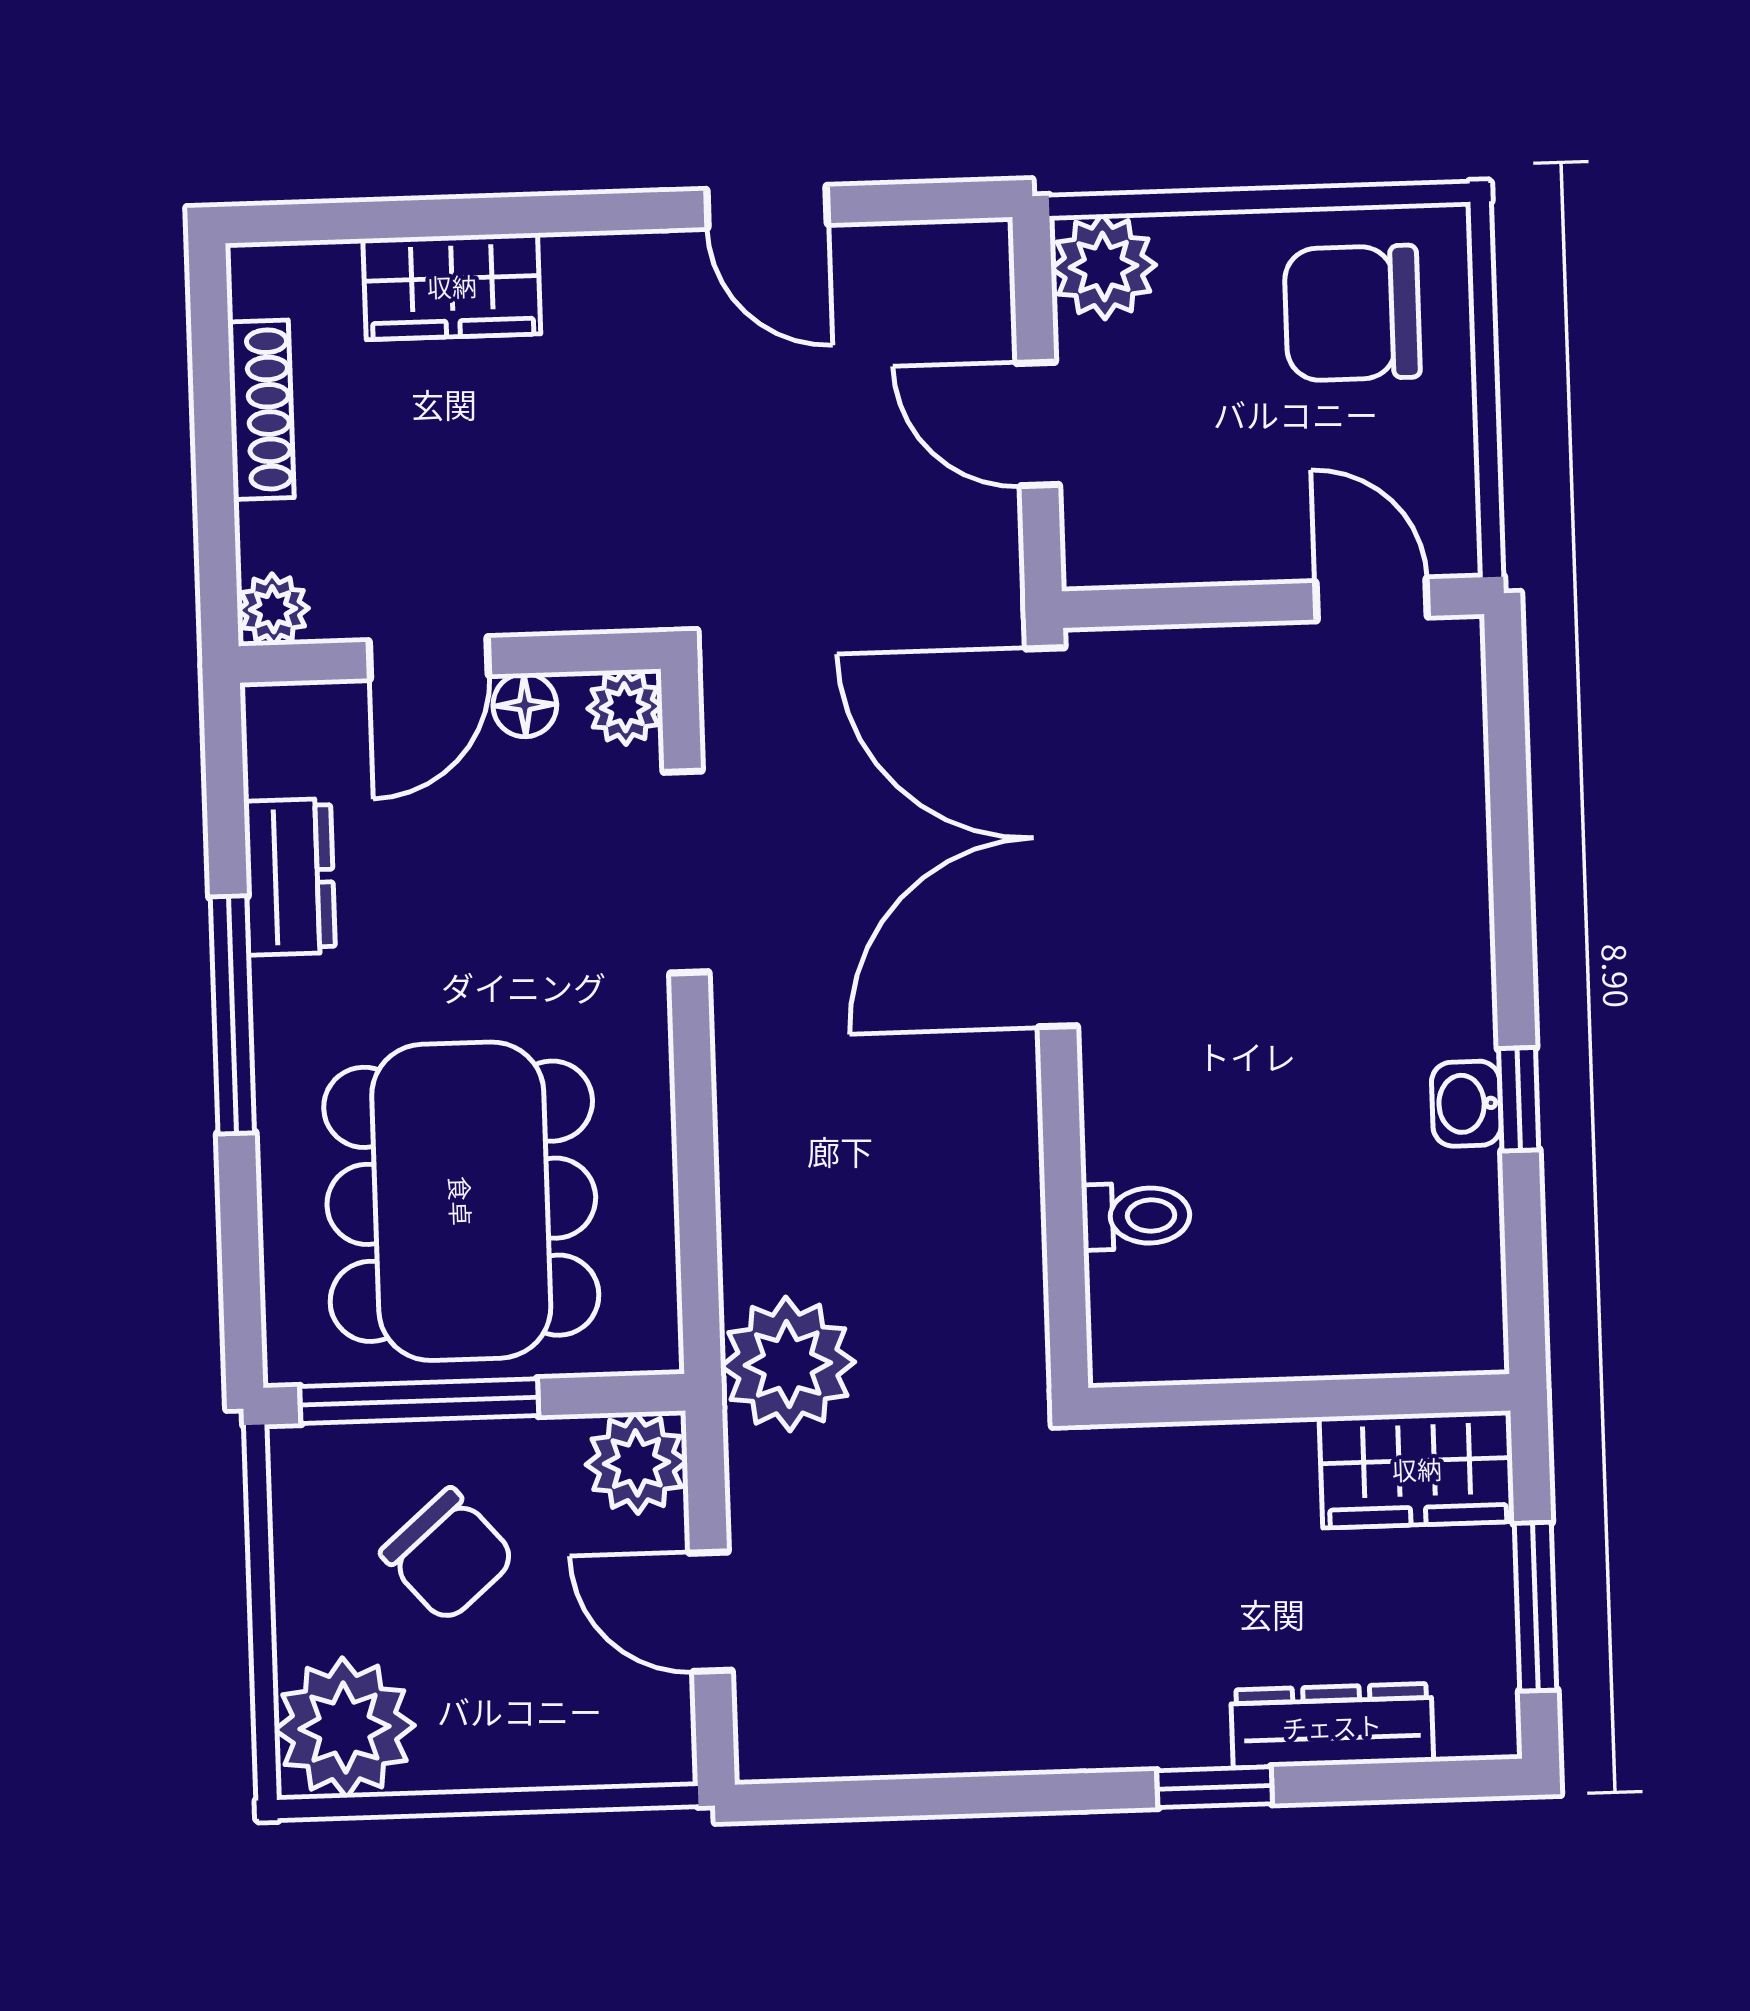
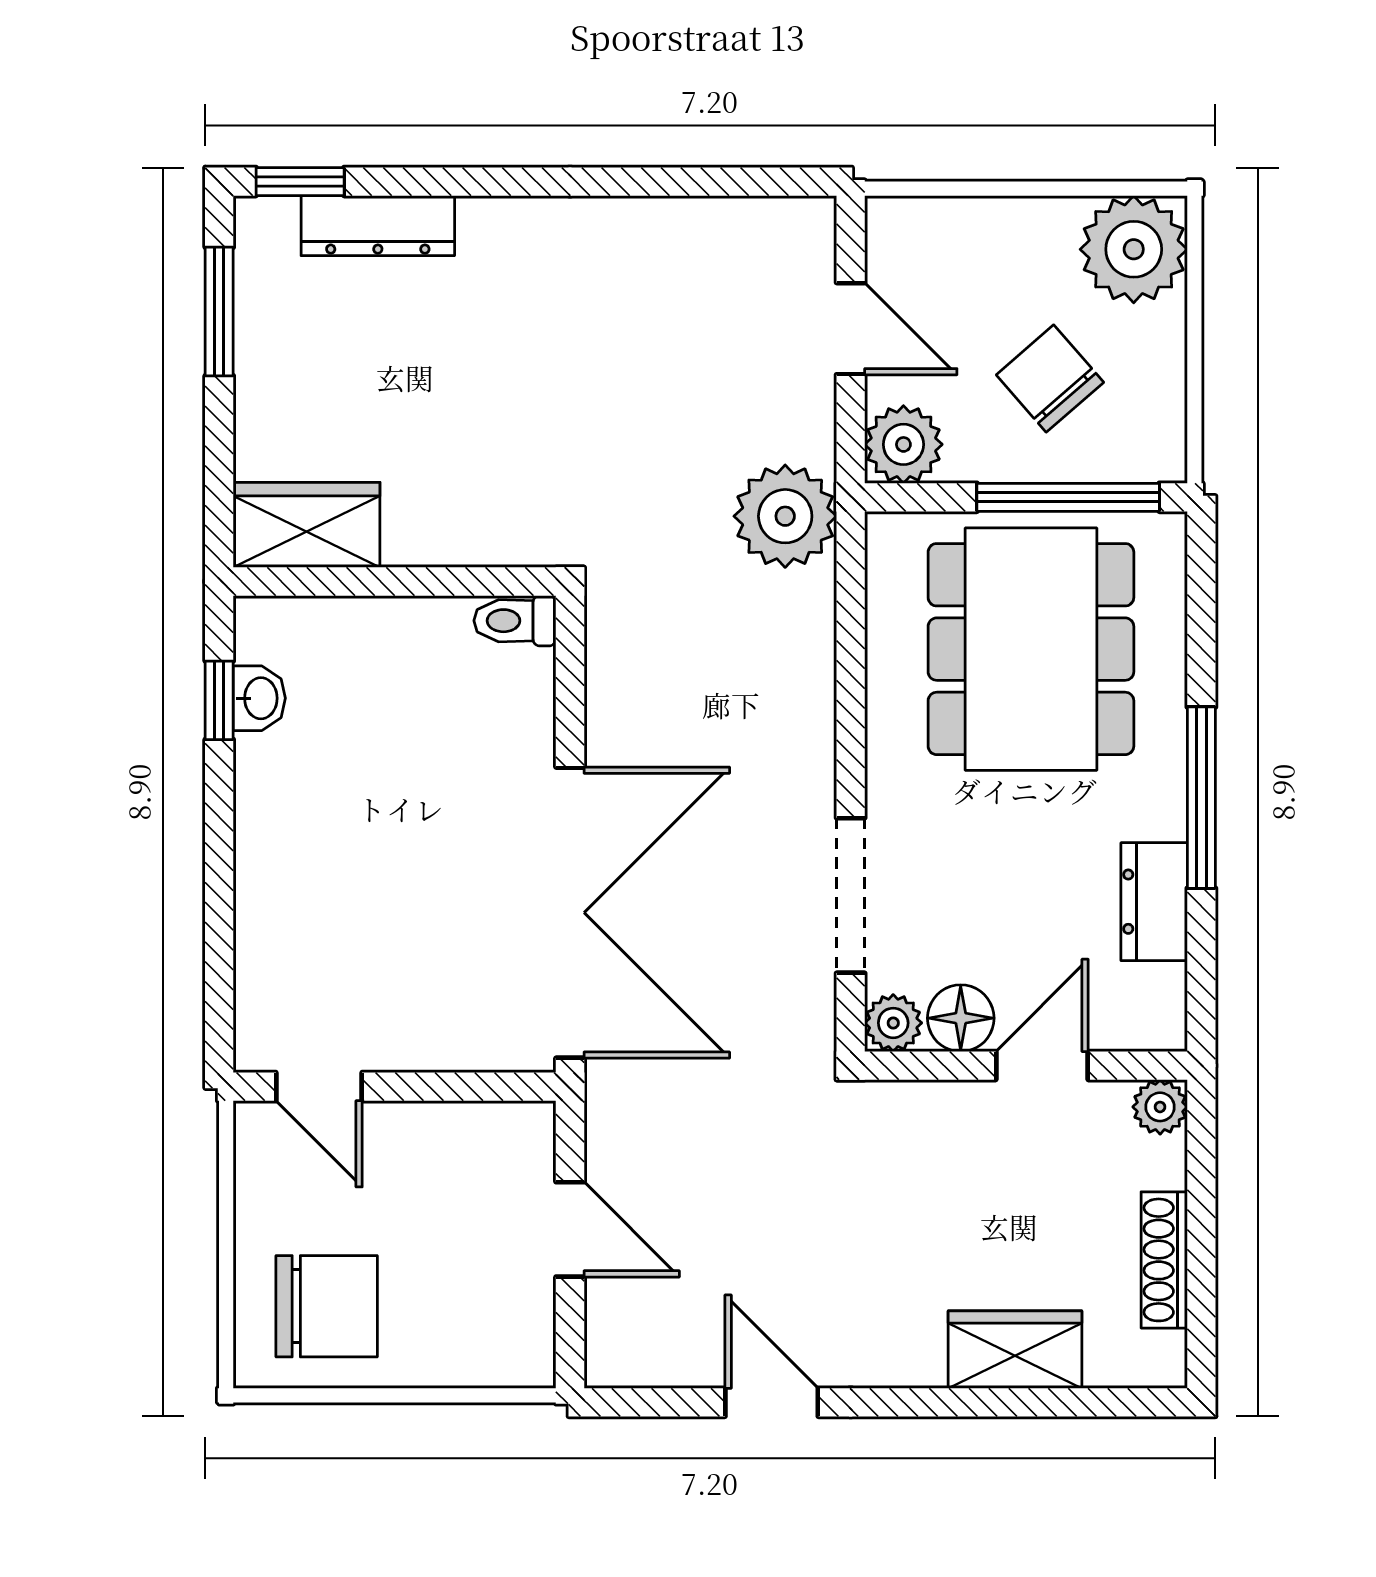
plant: (1103, 267) -> (516, 1348), removed
floor lamp: (525, 705) -> (961, 1018), width x1.37, depth x1.37
wall: (1299, 1399) -> (395, 581), moved
wardrobe: (1417, 1469) -> (307, 525), moved
window: (1215, 1787) -> (300, 182), moved

